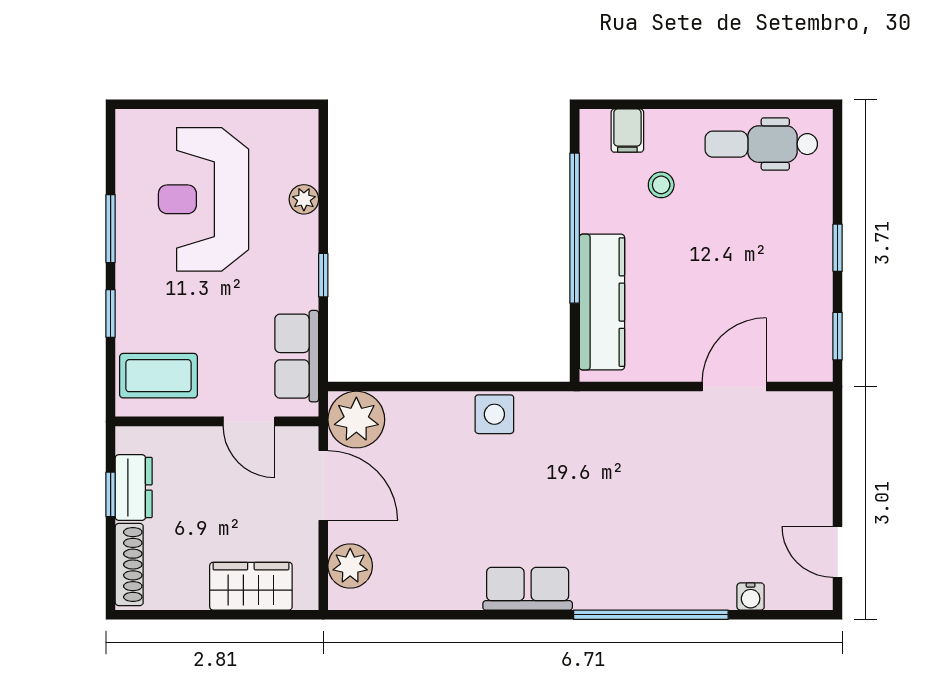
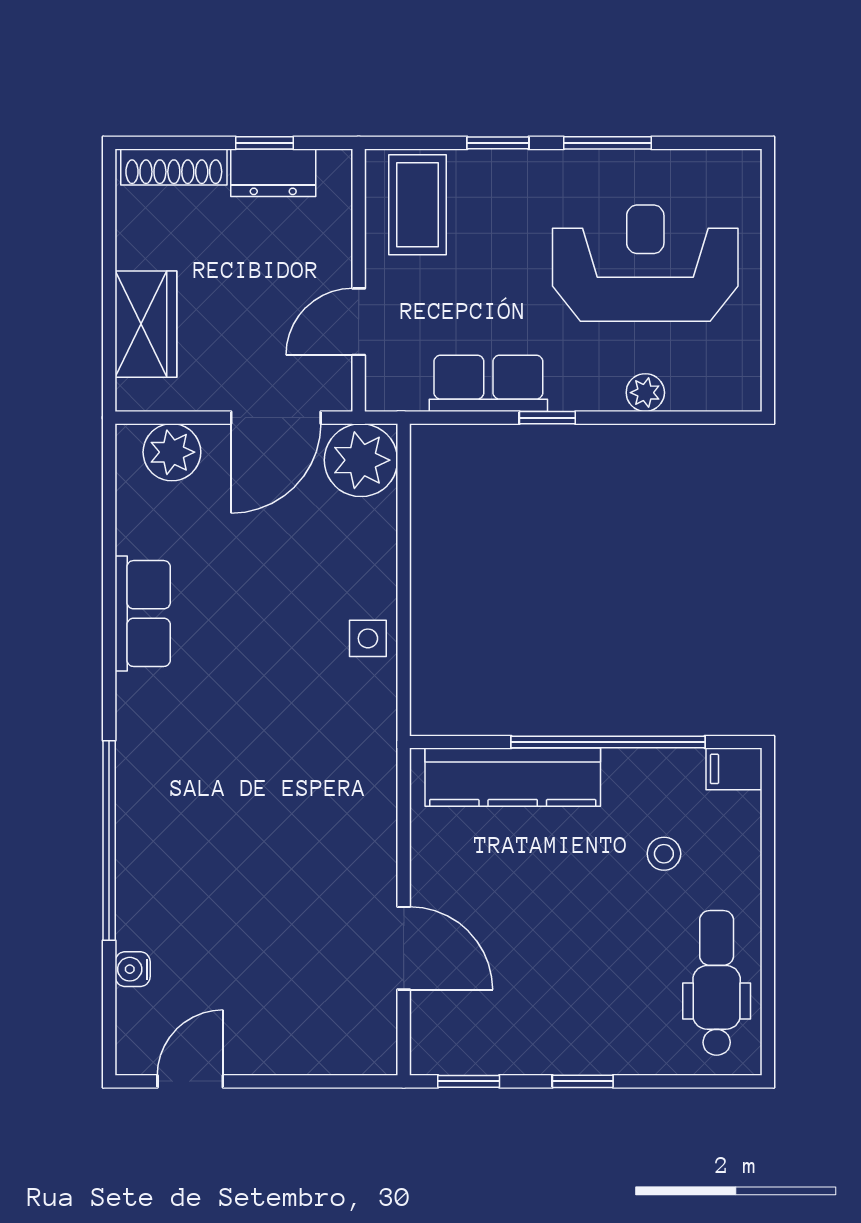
filing cabinet: (627, 131) -> (734, 769), moved
row of seats: (297, 356) -> (488, 383), moved
side table: (494, 414) -> (368, 638), width x0.73, depth x0.73
row of seats: (528, 589) -> (143, 614), moved

